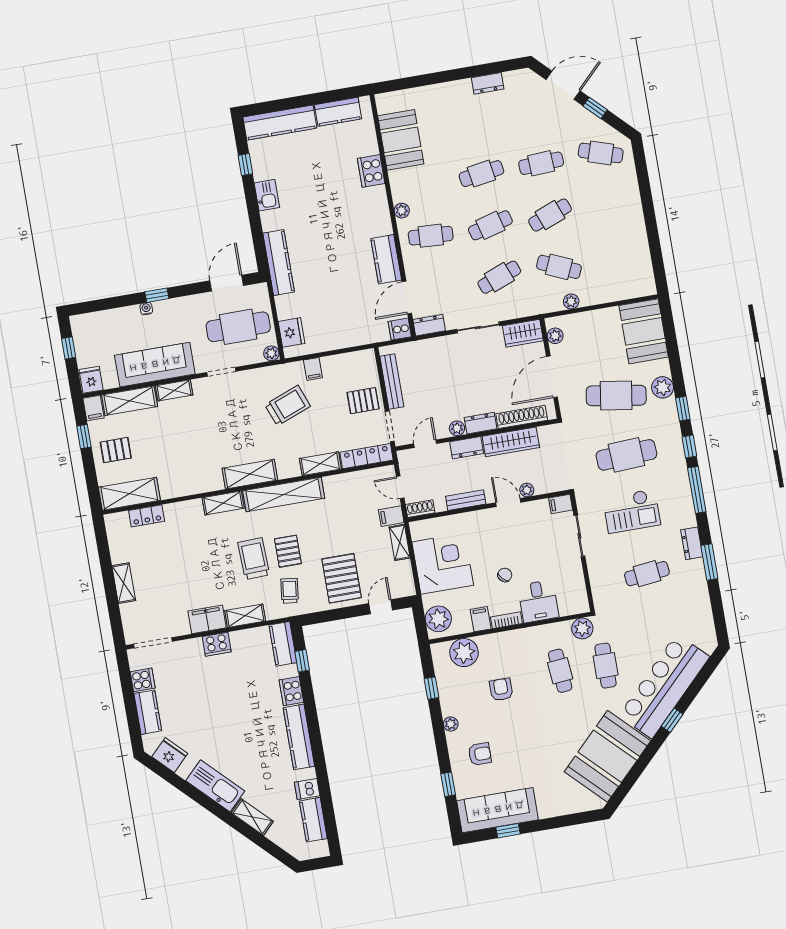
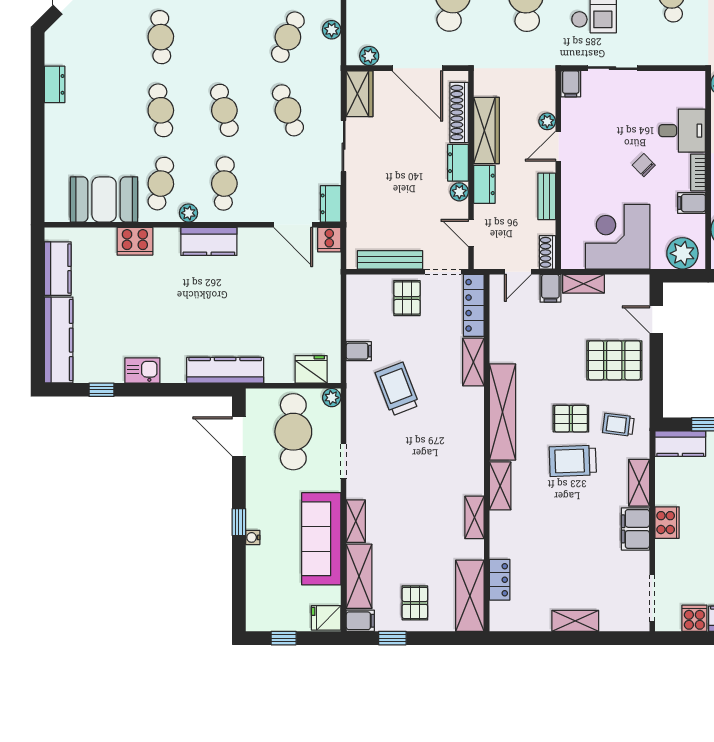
cafe table: (550, 215) -> (161, 184), moved, turned 33
kitchen counter: (386, 259) -> (209, 241), moved
shelving: (250, 474) -> (474, 517), moved, width x0.67, depth x0.75

